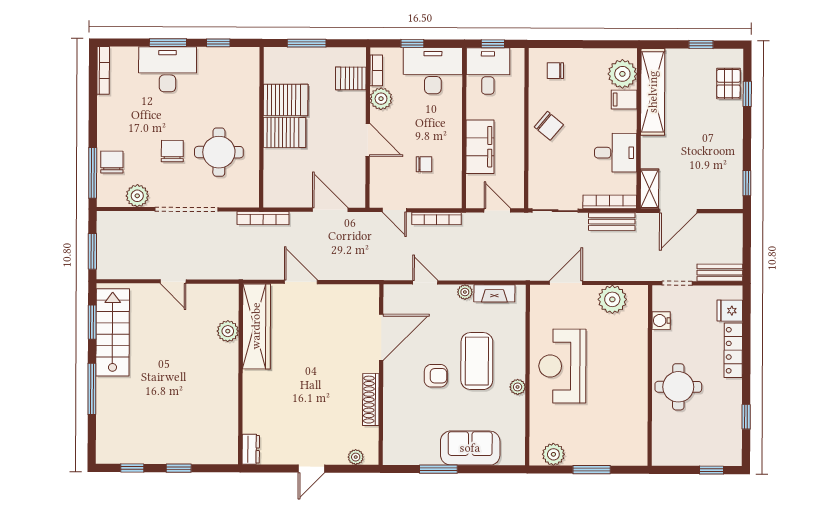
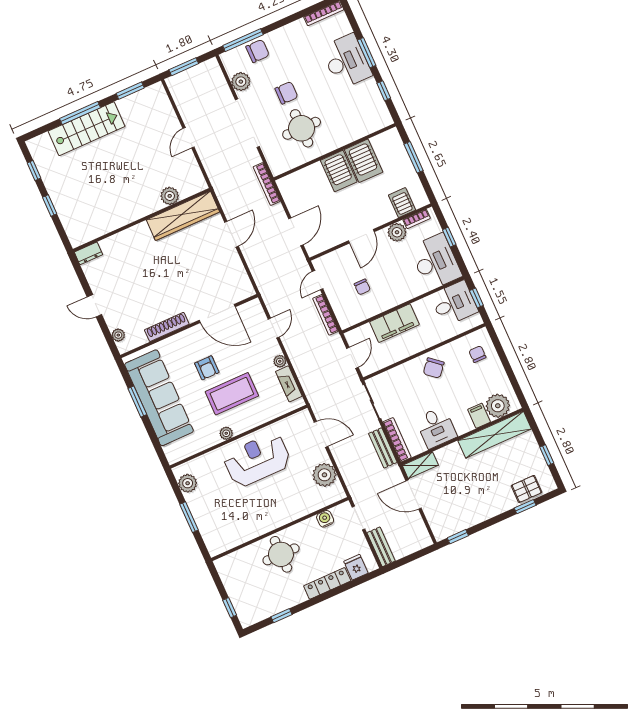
stairs: (113, 332) -> (87, 129), moved
sofa: (470, 448) -> (159, 398), width x1.85, depth x1.27

